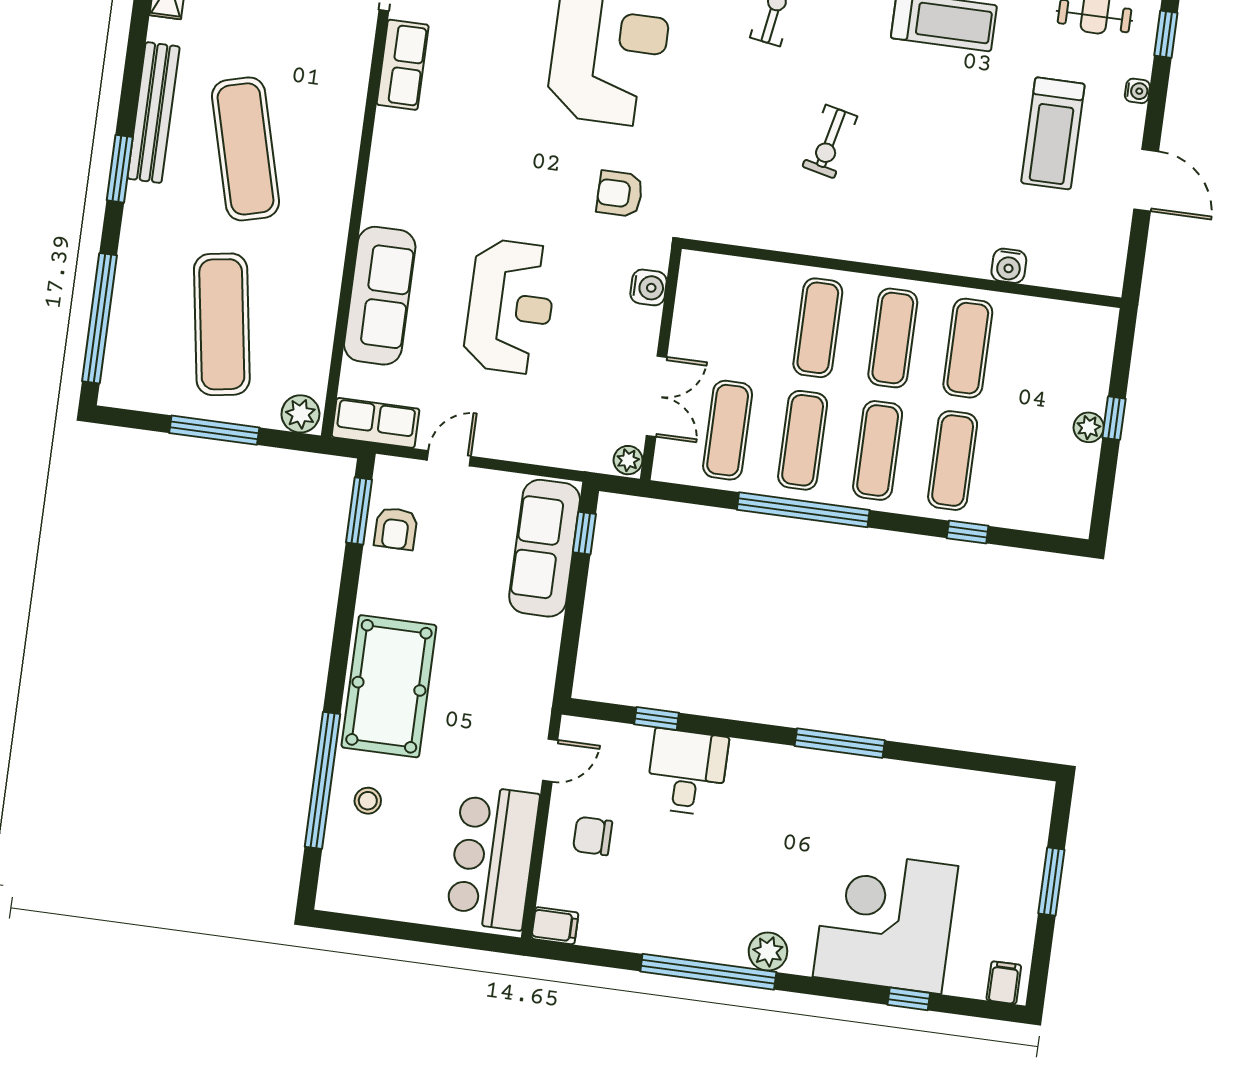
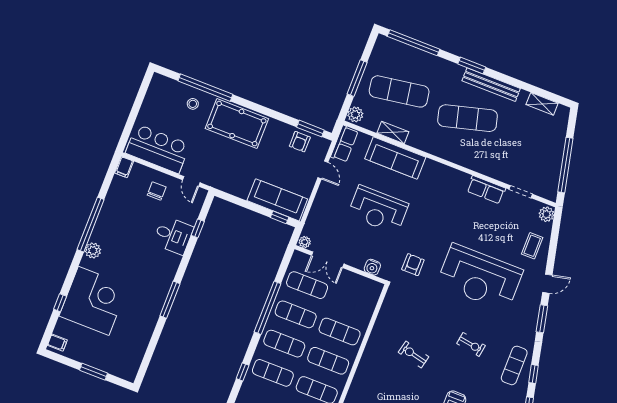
shelving: (321, 316) -> (393, 132), added
armchair: (396, 529) -> (300, 142), turned -90

